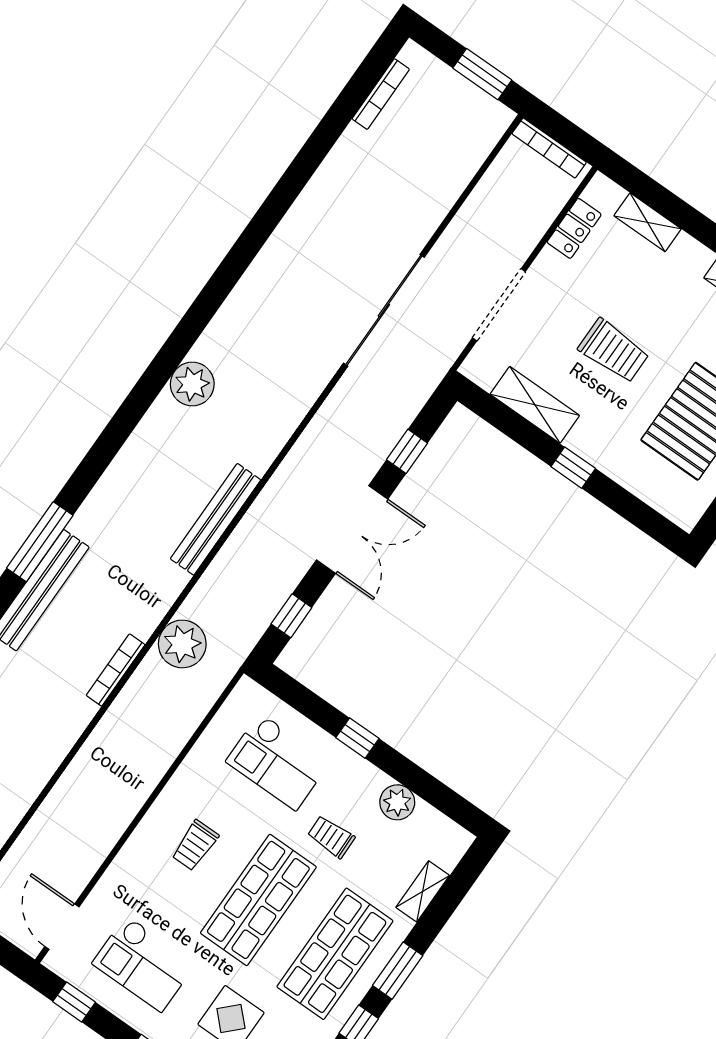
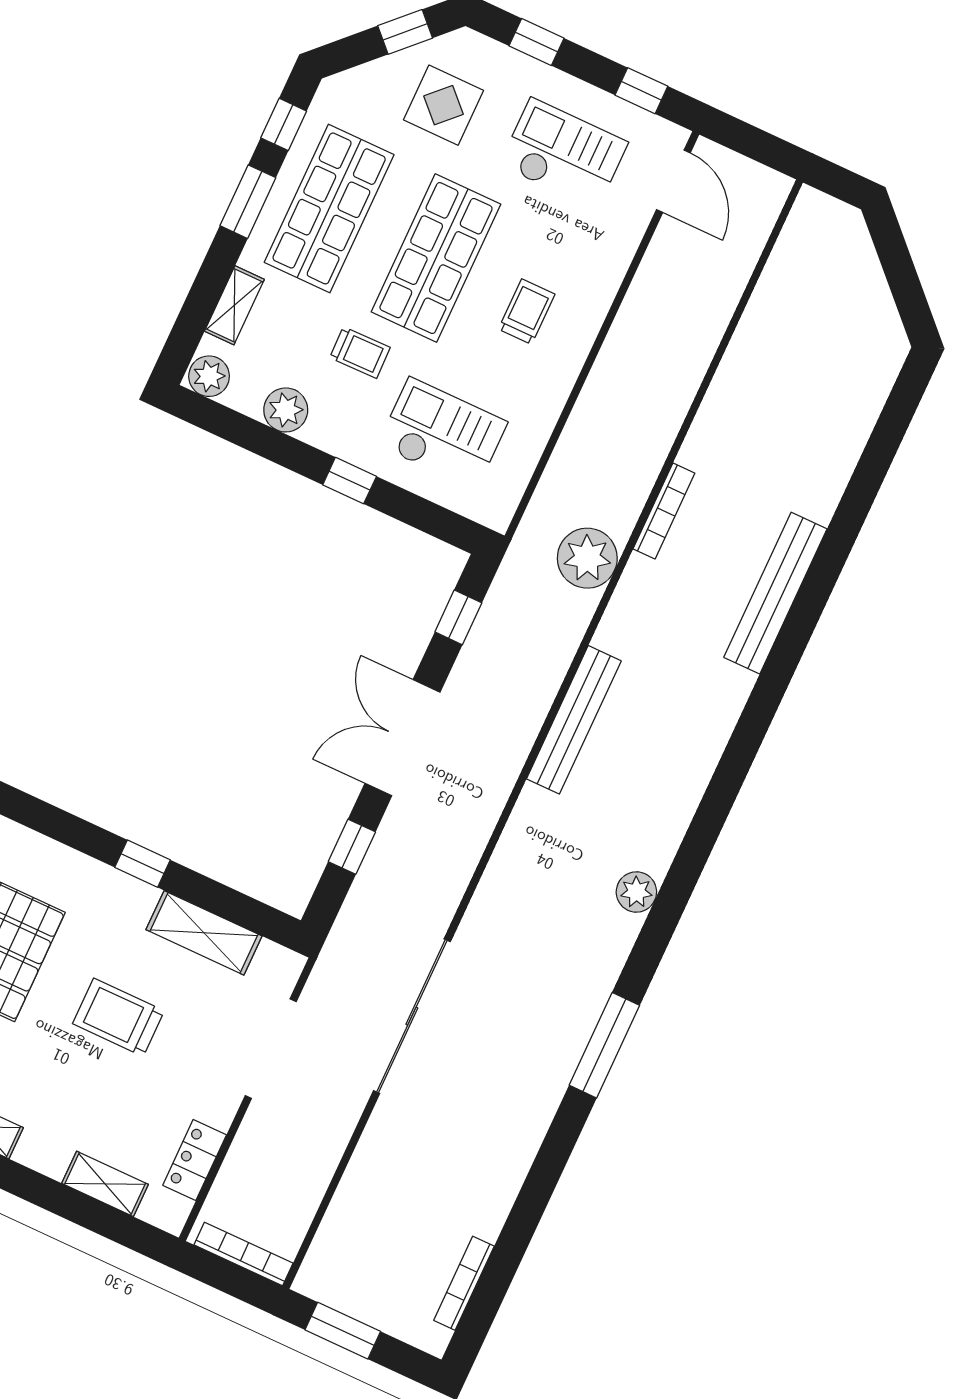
plant: (192, 384) -> (636, 892), width x0.73, depth x0.73
window: (40, 542) -> (604, 1045), moved
plant: (453, 839) -> (209, 376), added

